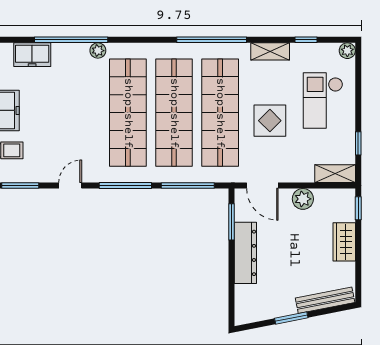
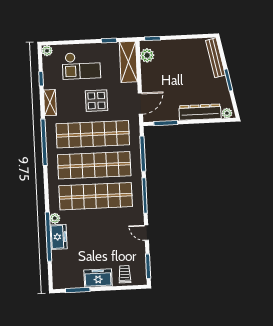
freezer: (32, 55) -> (58, 237), moved
shelving: (335, 174) -> (128, 62), width x1.50, depth x1.33
plant: (303, 199) -> (147, 55), moved
wardrobe: (344, 242) -> (176, 47), removed
dresser: (245, 253) -> (200, 112), moved
plant: (242, 313) -> (227, 113), added

